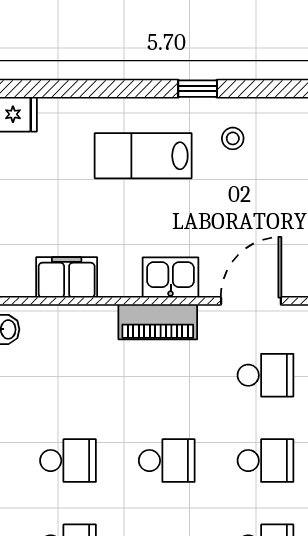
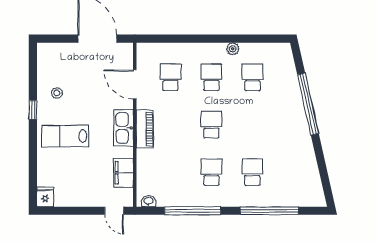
lab bench: (143, 156) -> (65, 136), turned 90
kitchen sink: (171, 277) -> (124, 128), width x1.38

